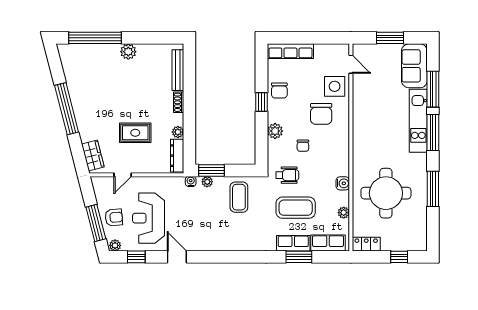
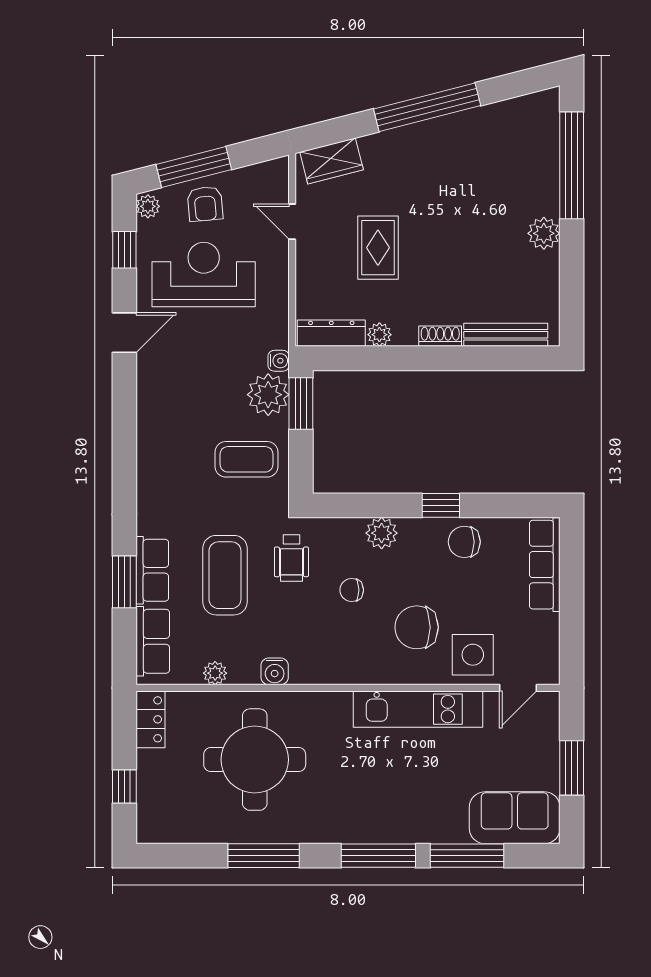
kitchen unit: (418, 121) -> (418, 709), moved, turned 180
plant: (207, 182) -> (268, 395), width x1.87, depth x1.87

